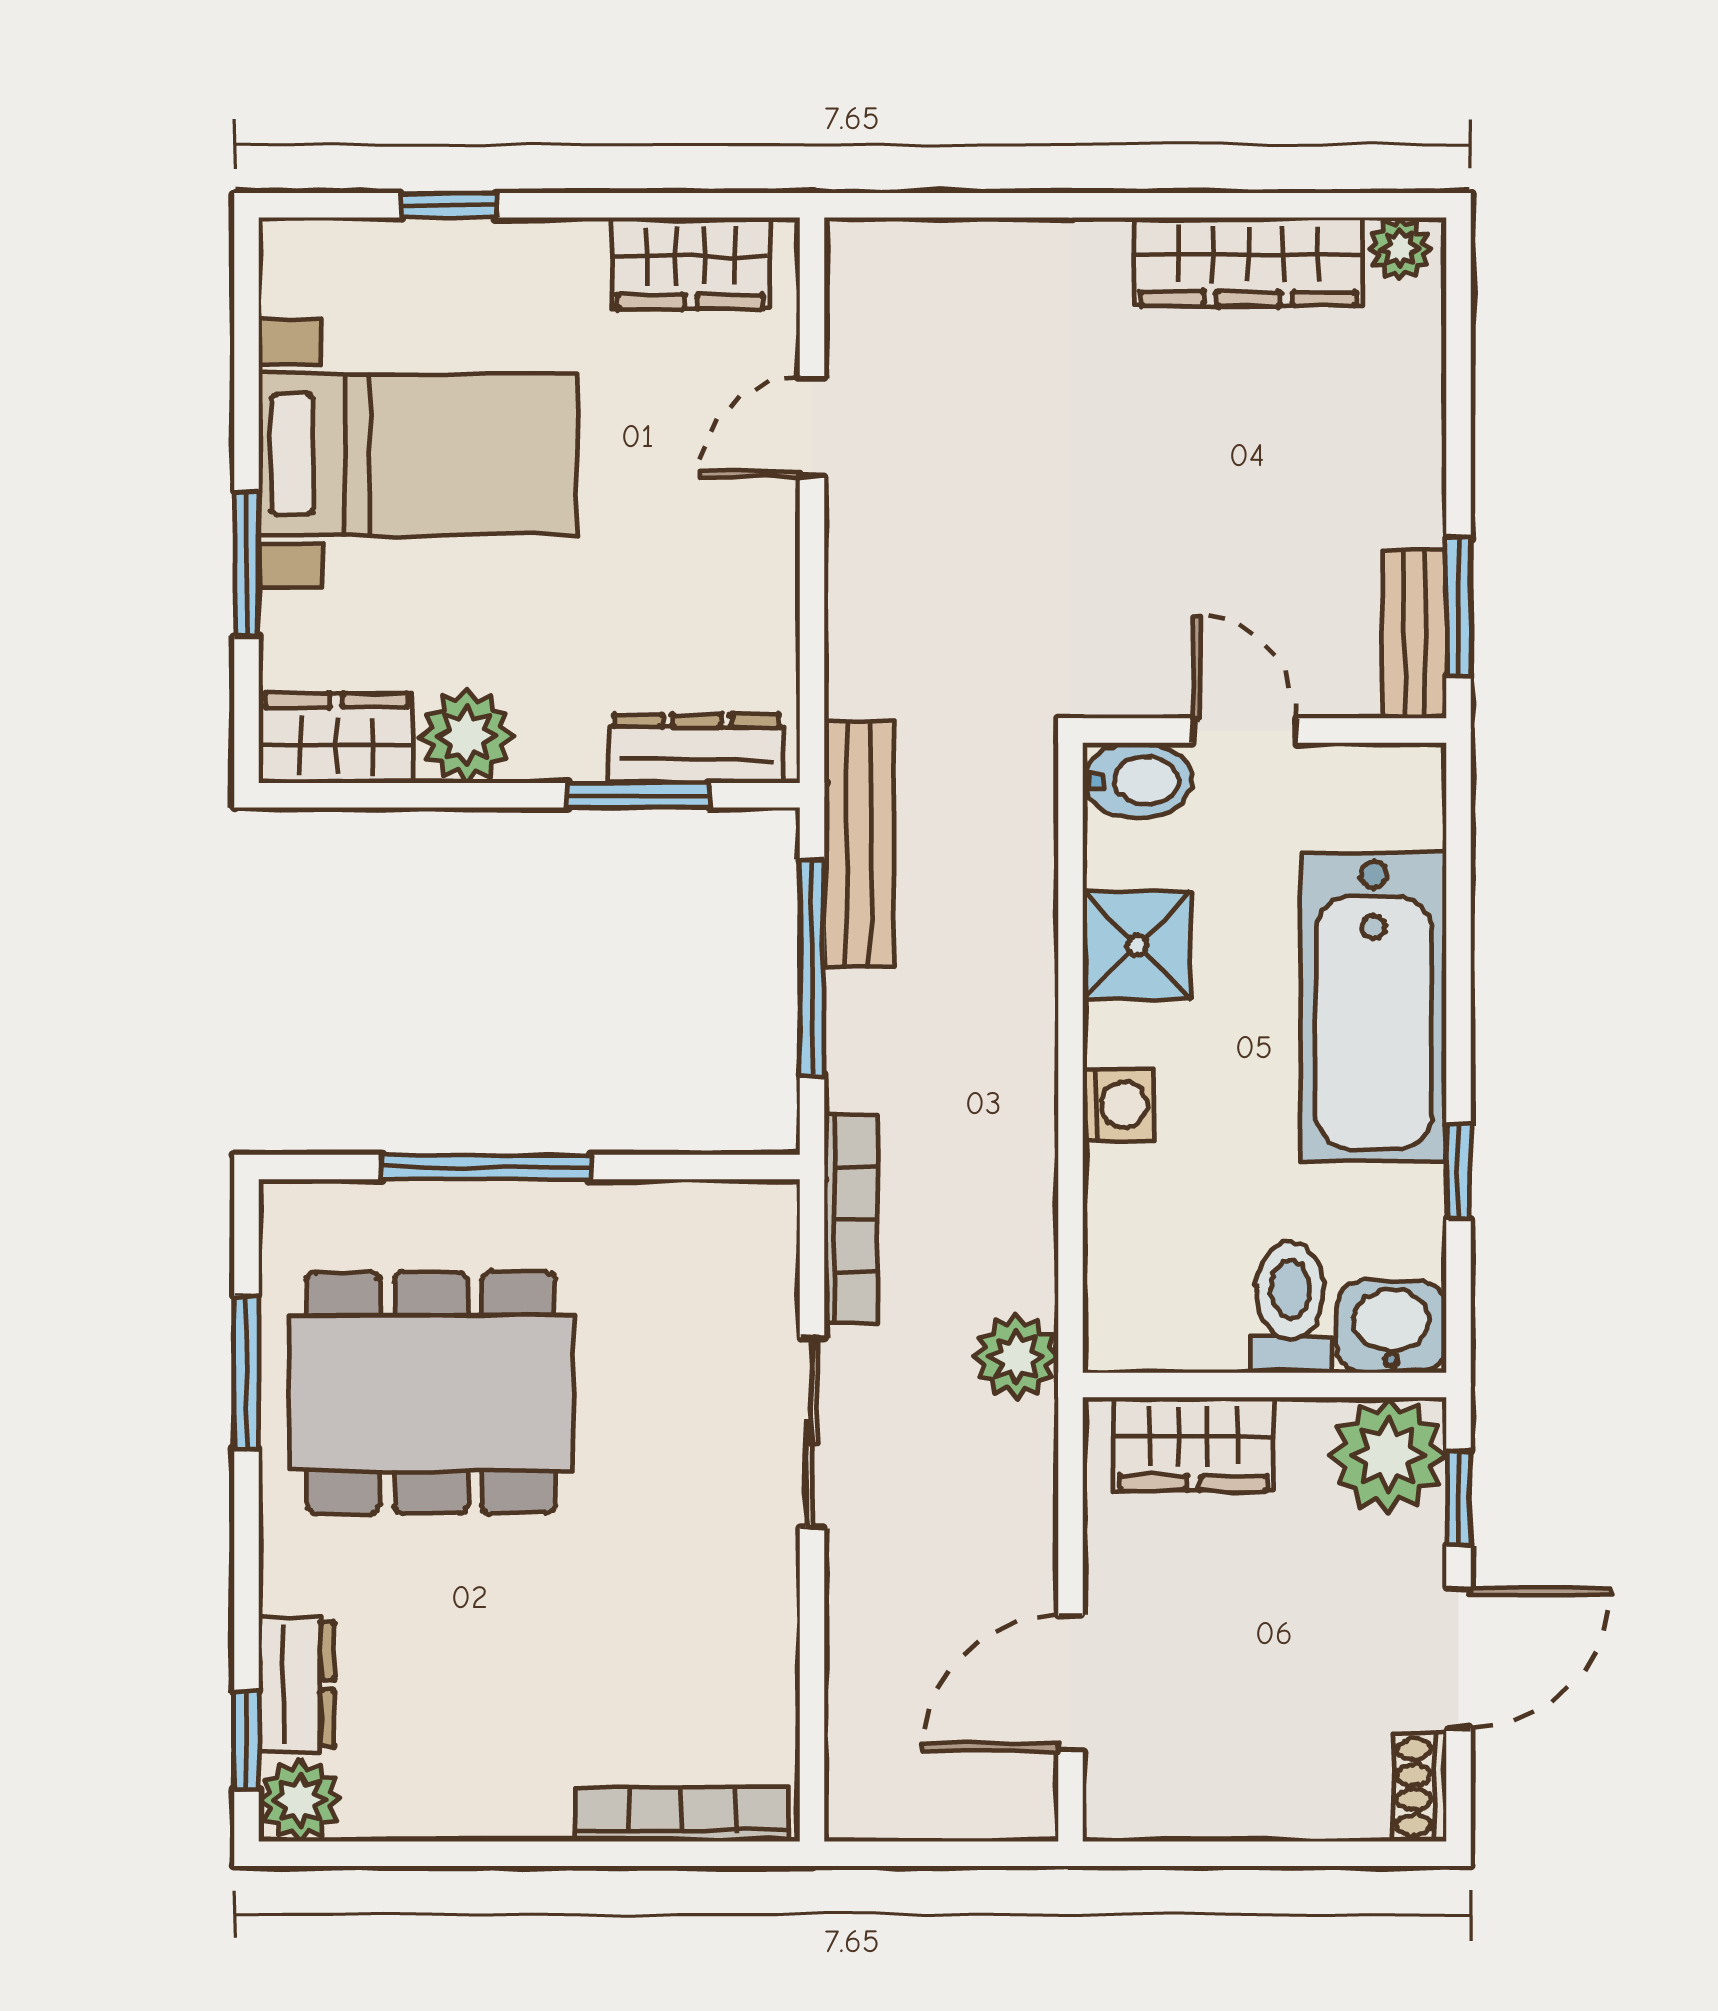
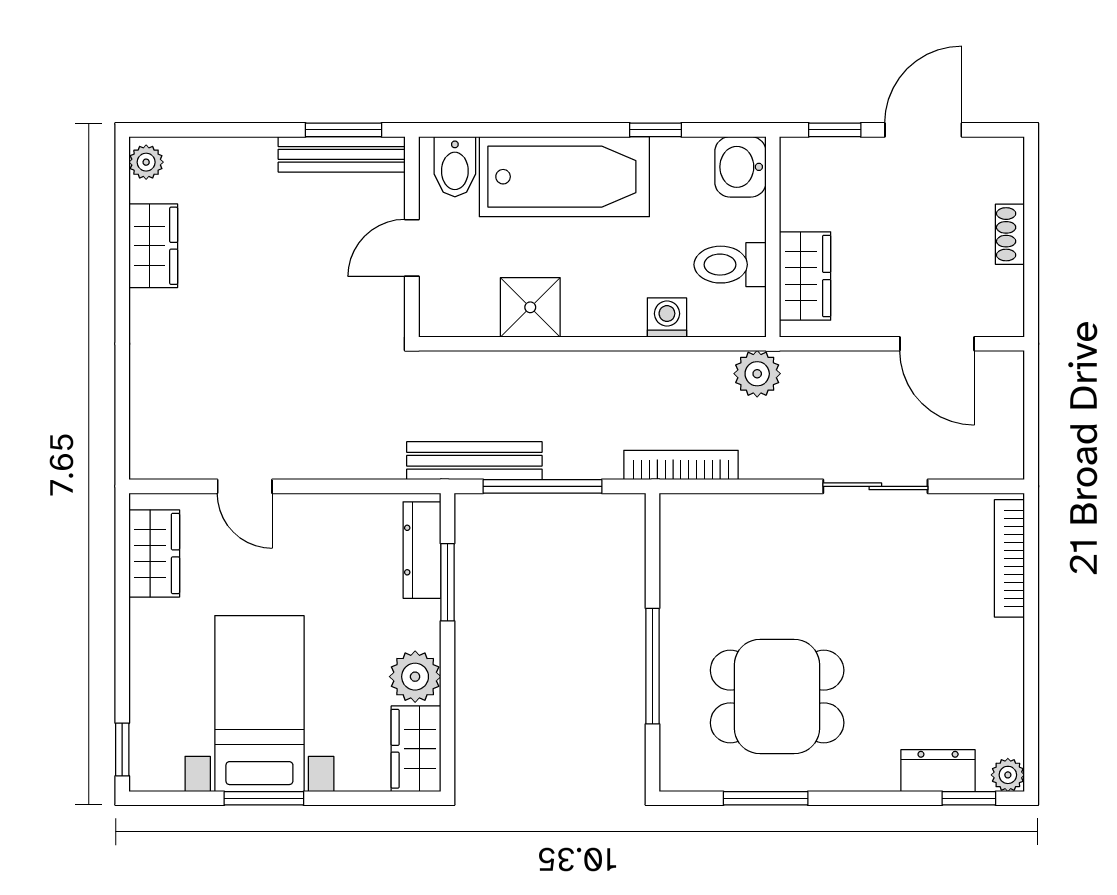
window: (449, 205) -> (122, 749), moved
wardrobe: (1248, 262) -> (153, 246), width x0.67
window: (246, 564) -> (264, 798), moved
bench: (1414, 634) -> (342, 154), width x1.36
bidet: (1137, 780) -> (455, 167), moved, turned 180
washing machine: (1118, 1105) -> (667, 317), moved
toilet: (1290, 1308) -> (730, 265), moved
dining table: (431, 1393) -> (777, 697), width x0.73
sliding door: (812, 1432) -> (875, 486), moved
plant: (1388, 1455) -> (811, 169), removed
door: (1458, 1658) -> (923, 130), hinge flipped
shoe rack: (1420, 1787) -> (1010, 234), moved, turned 90
plant: (300, 1800) -> (1008, 775), width x0.73, depth x0.73

